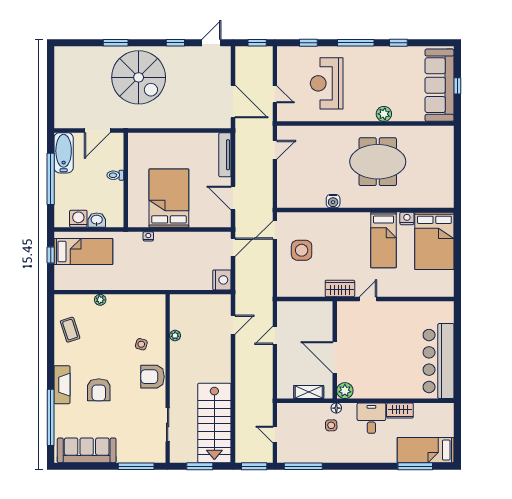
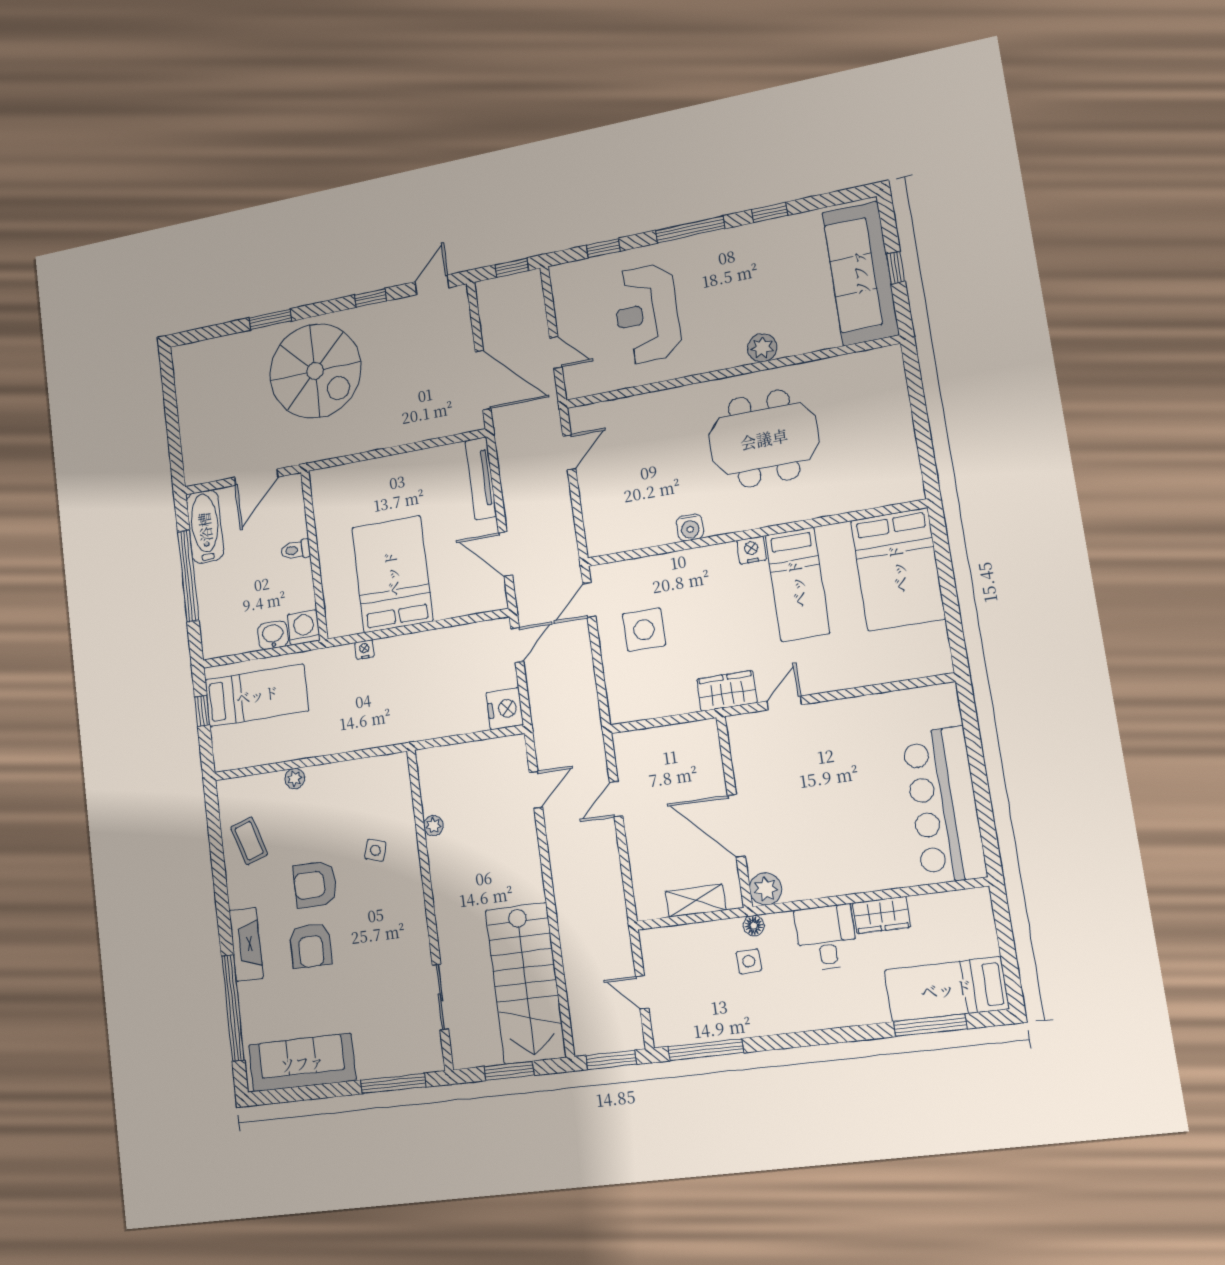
nightstand: (407, 218) -> (751, 550), moved
washing machine: (78, 219) -> (304, 627), moved
armchair: (153, 377) -> (315, 884), moved

